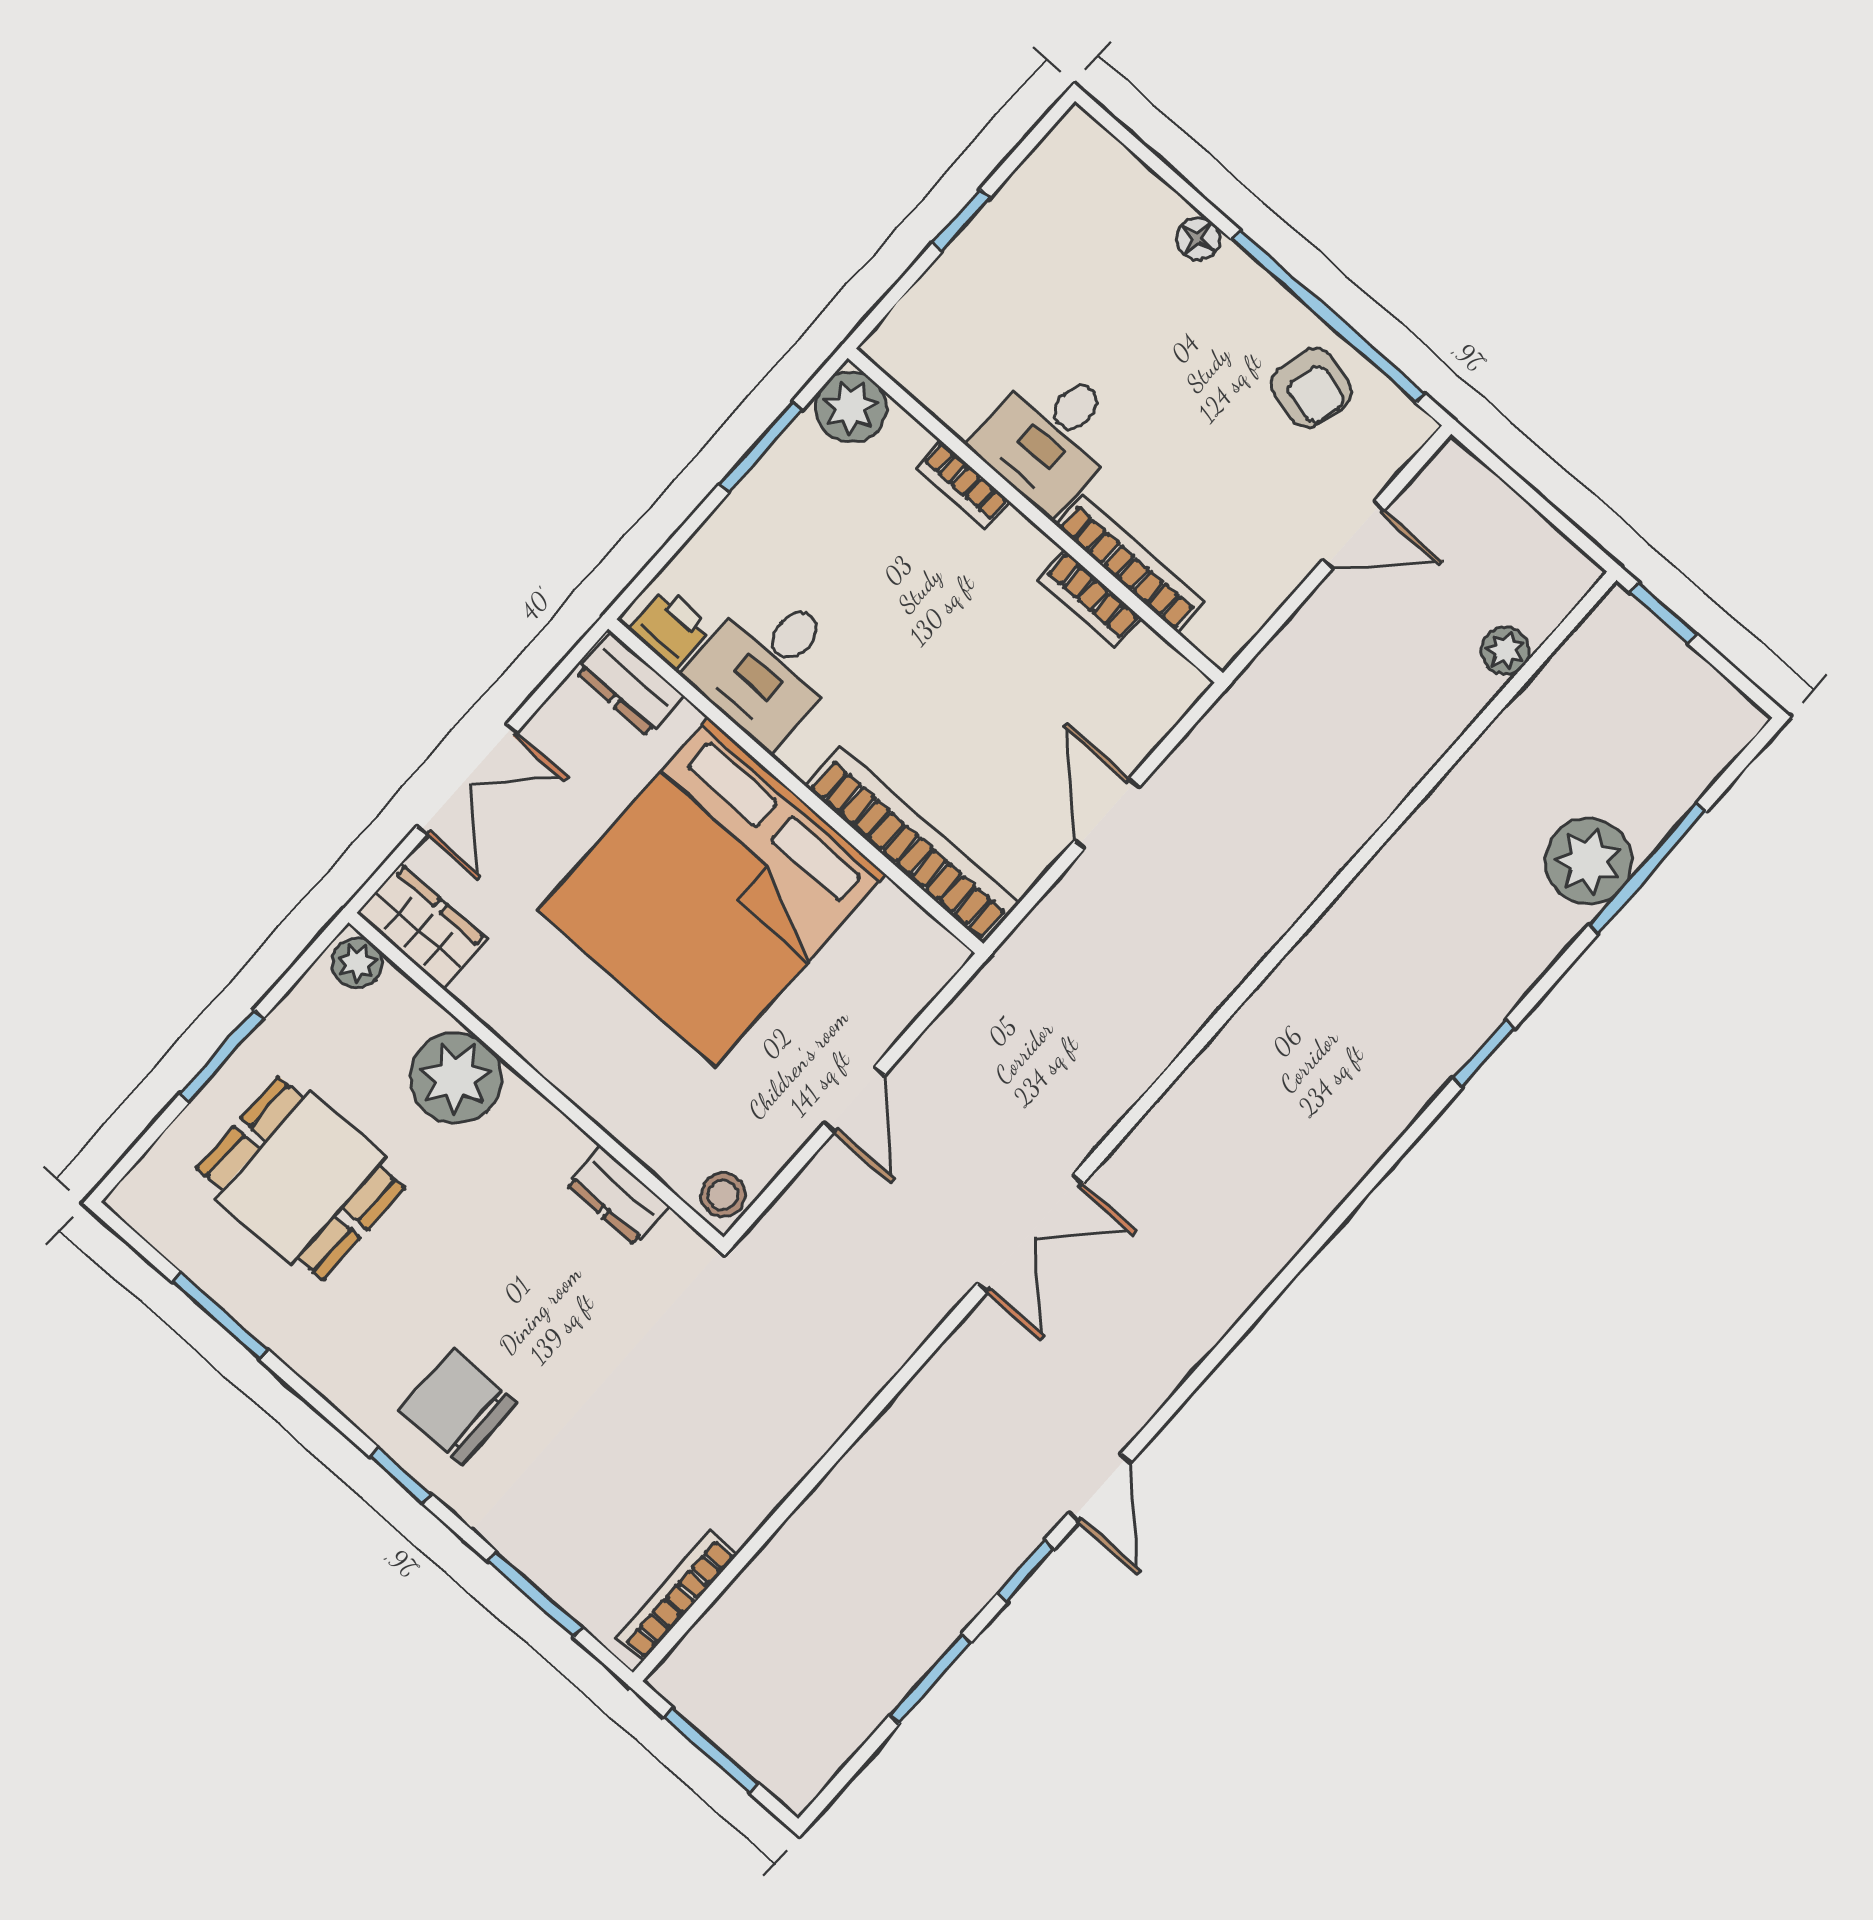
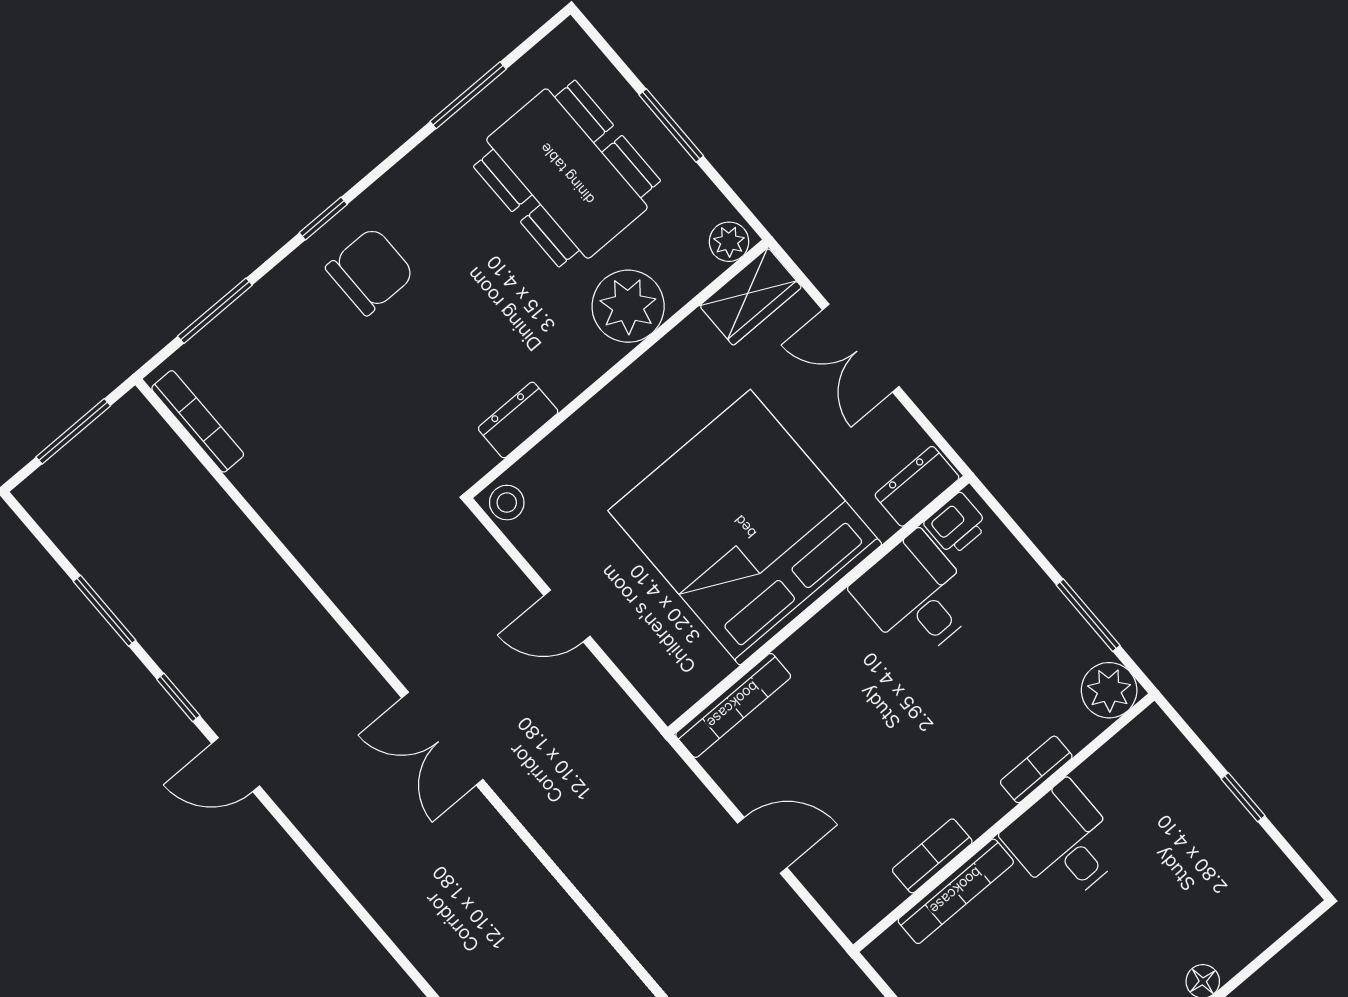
bookcase: (912, 845) -> (733, 705), width x0.68, depth x0.76
dining table: (301, 1178) -> (567, 174), width x1.38

